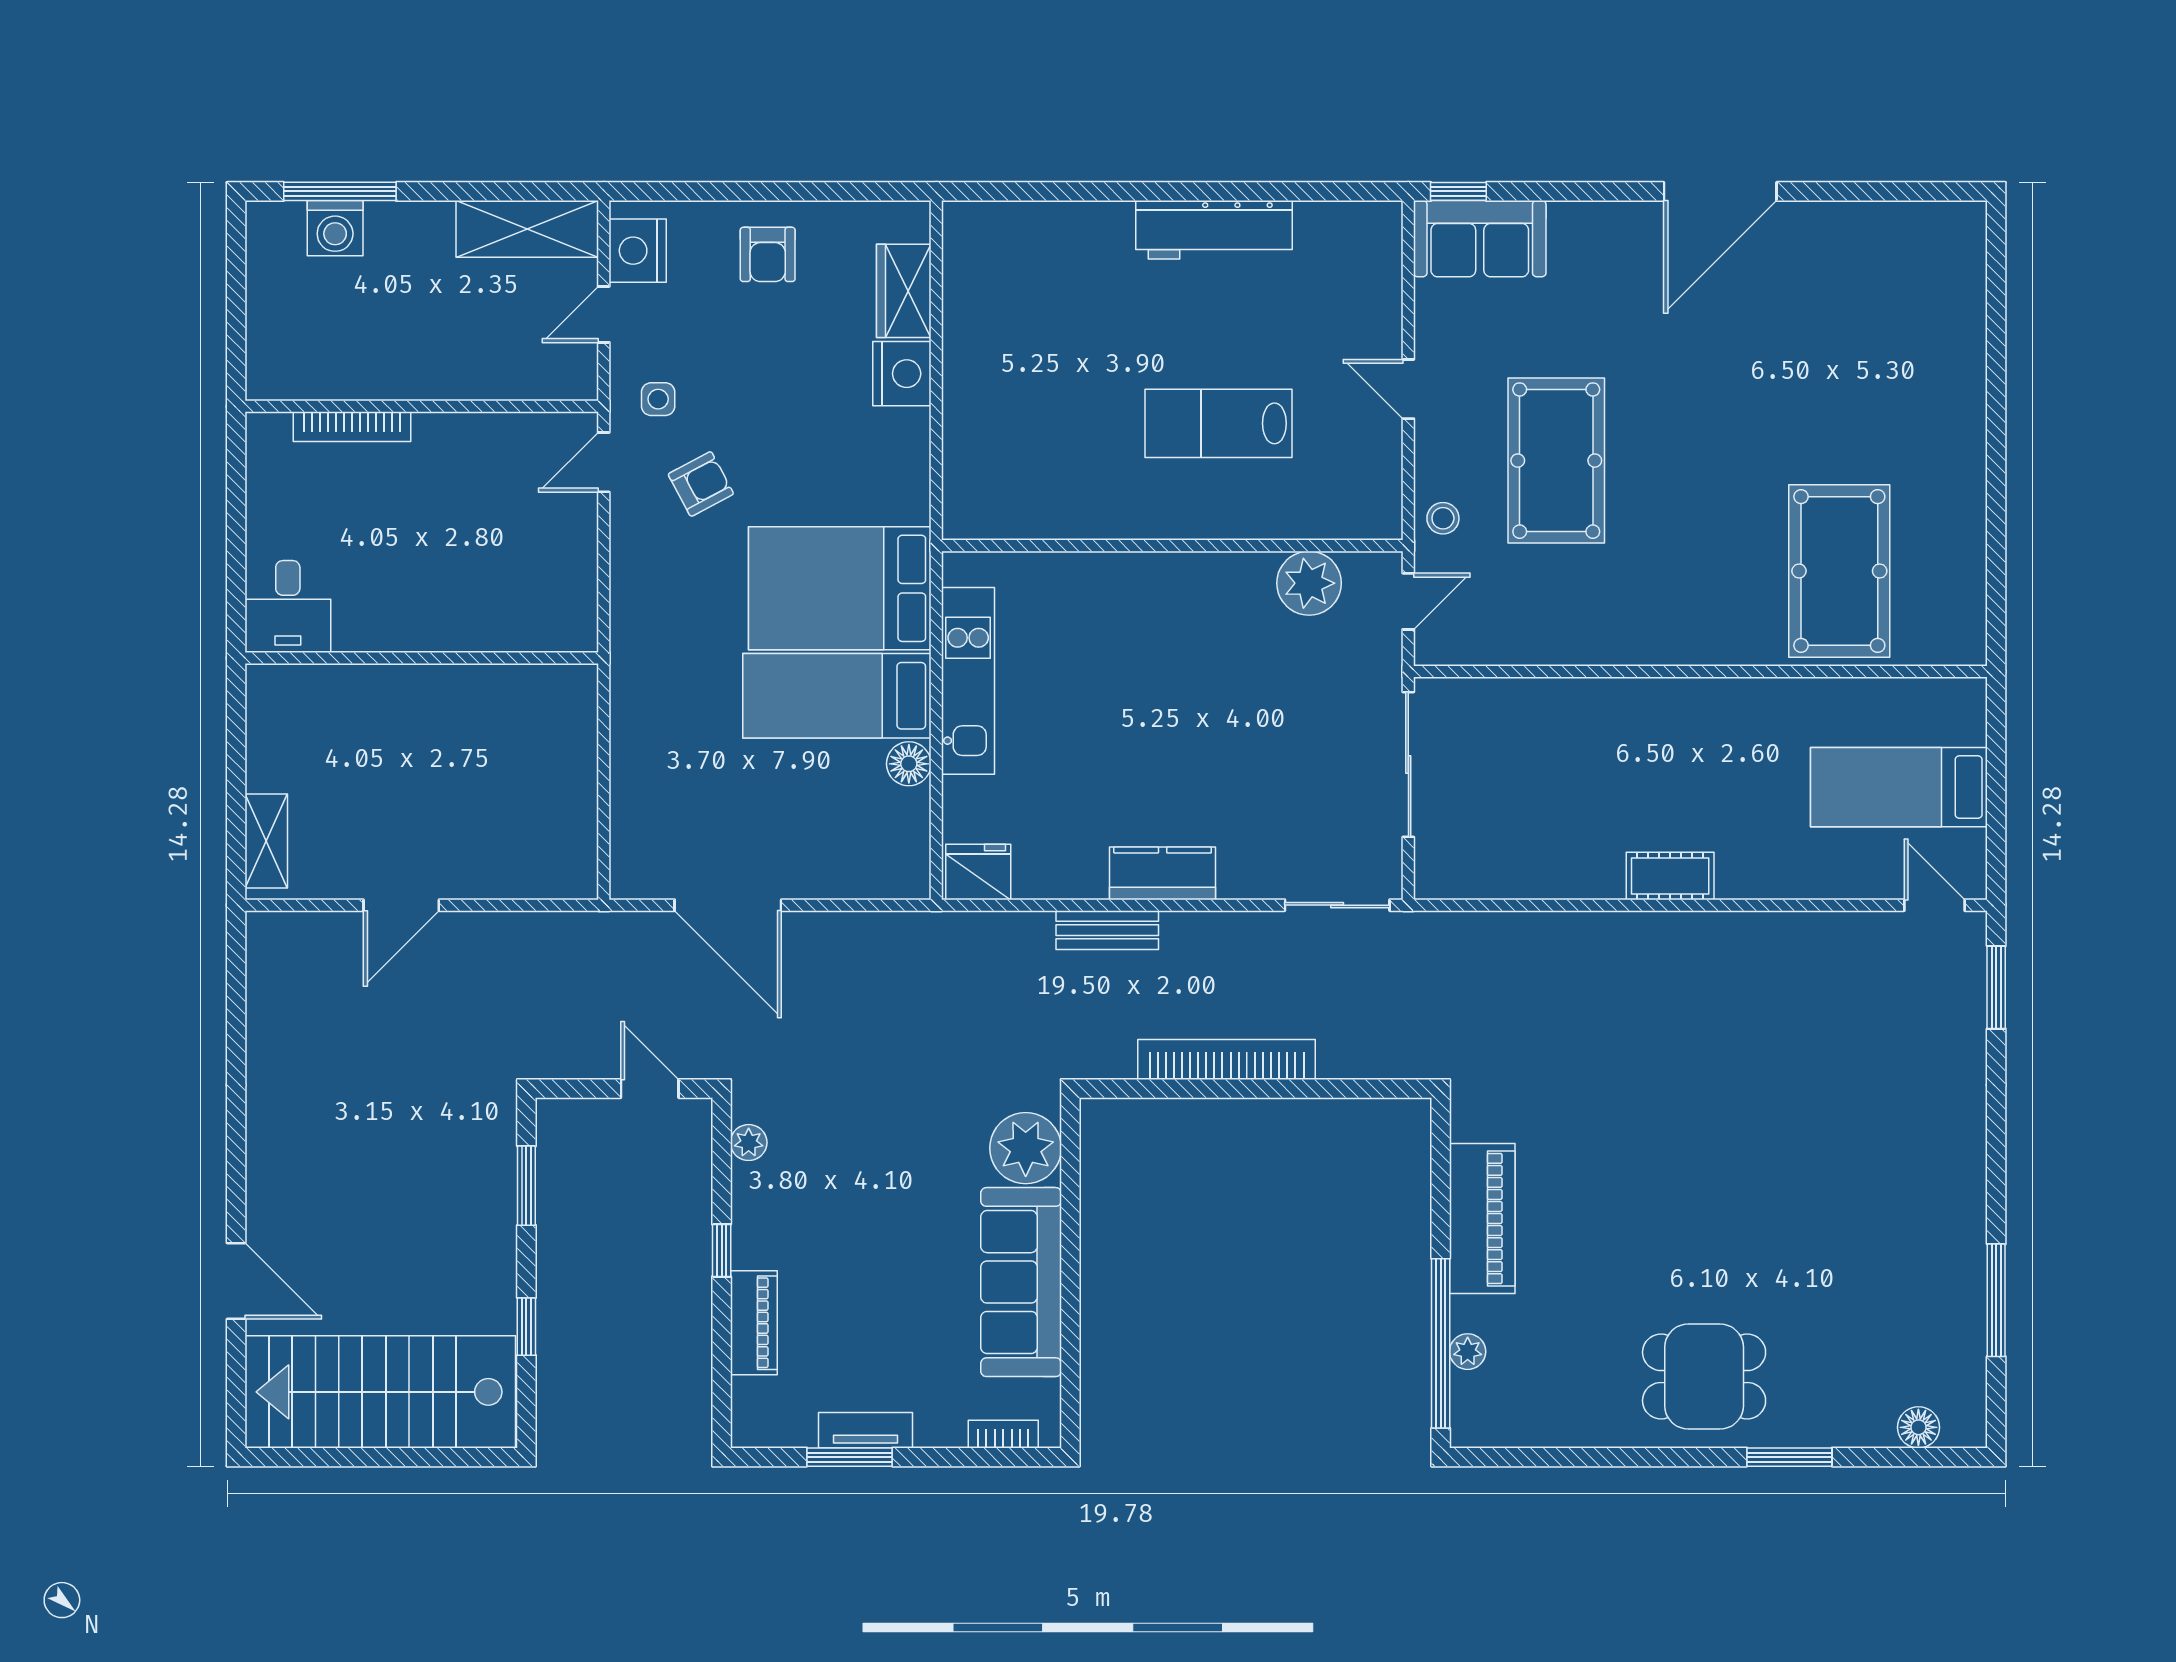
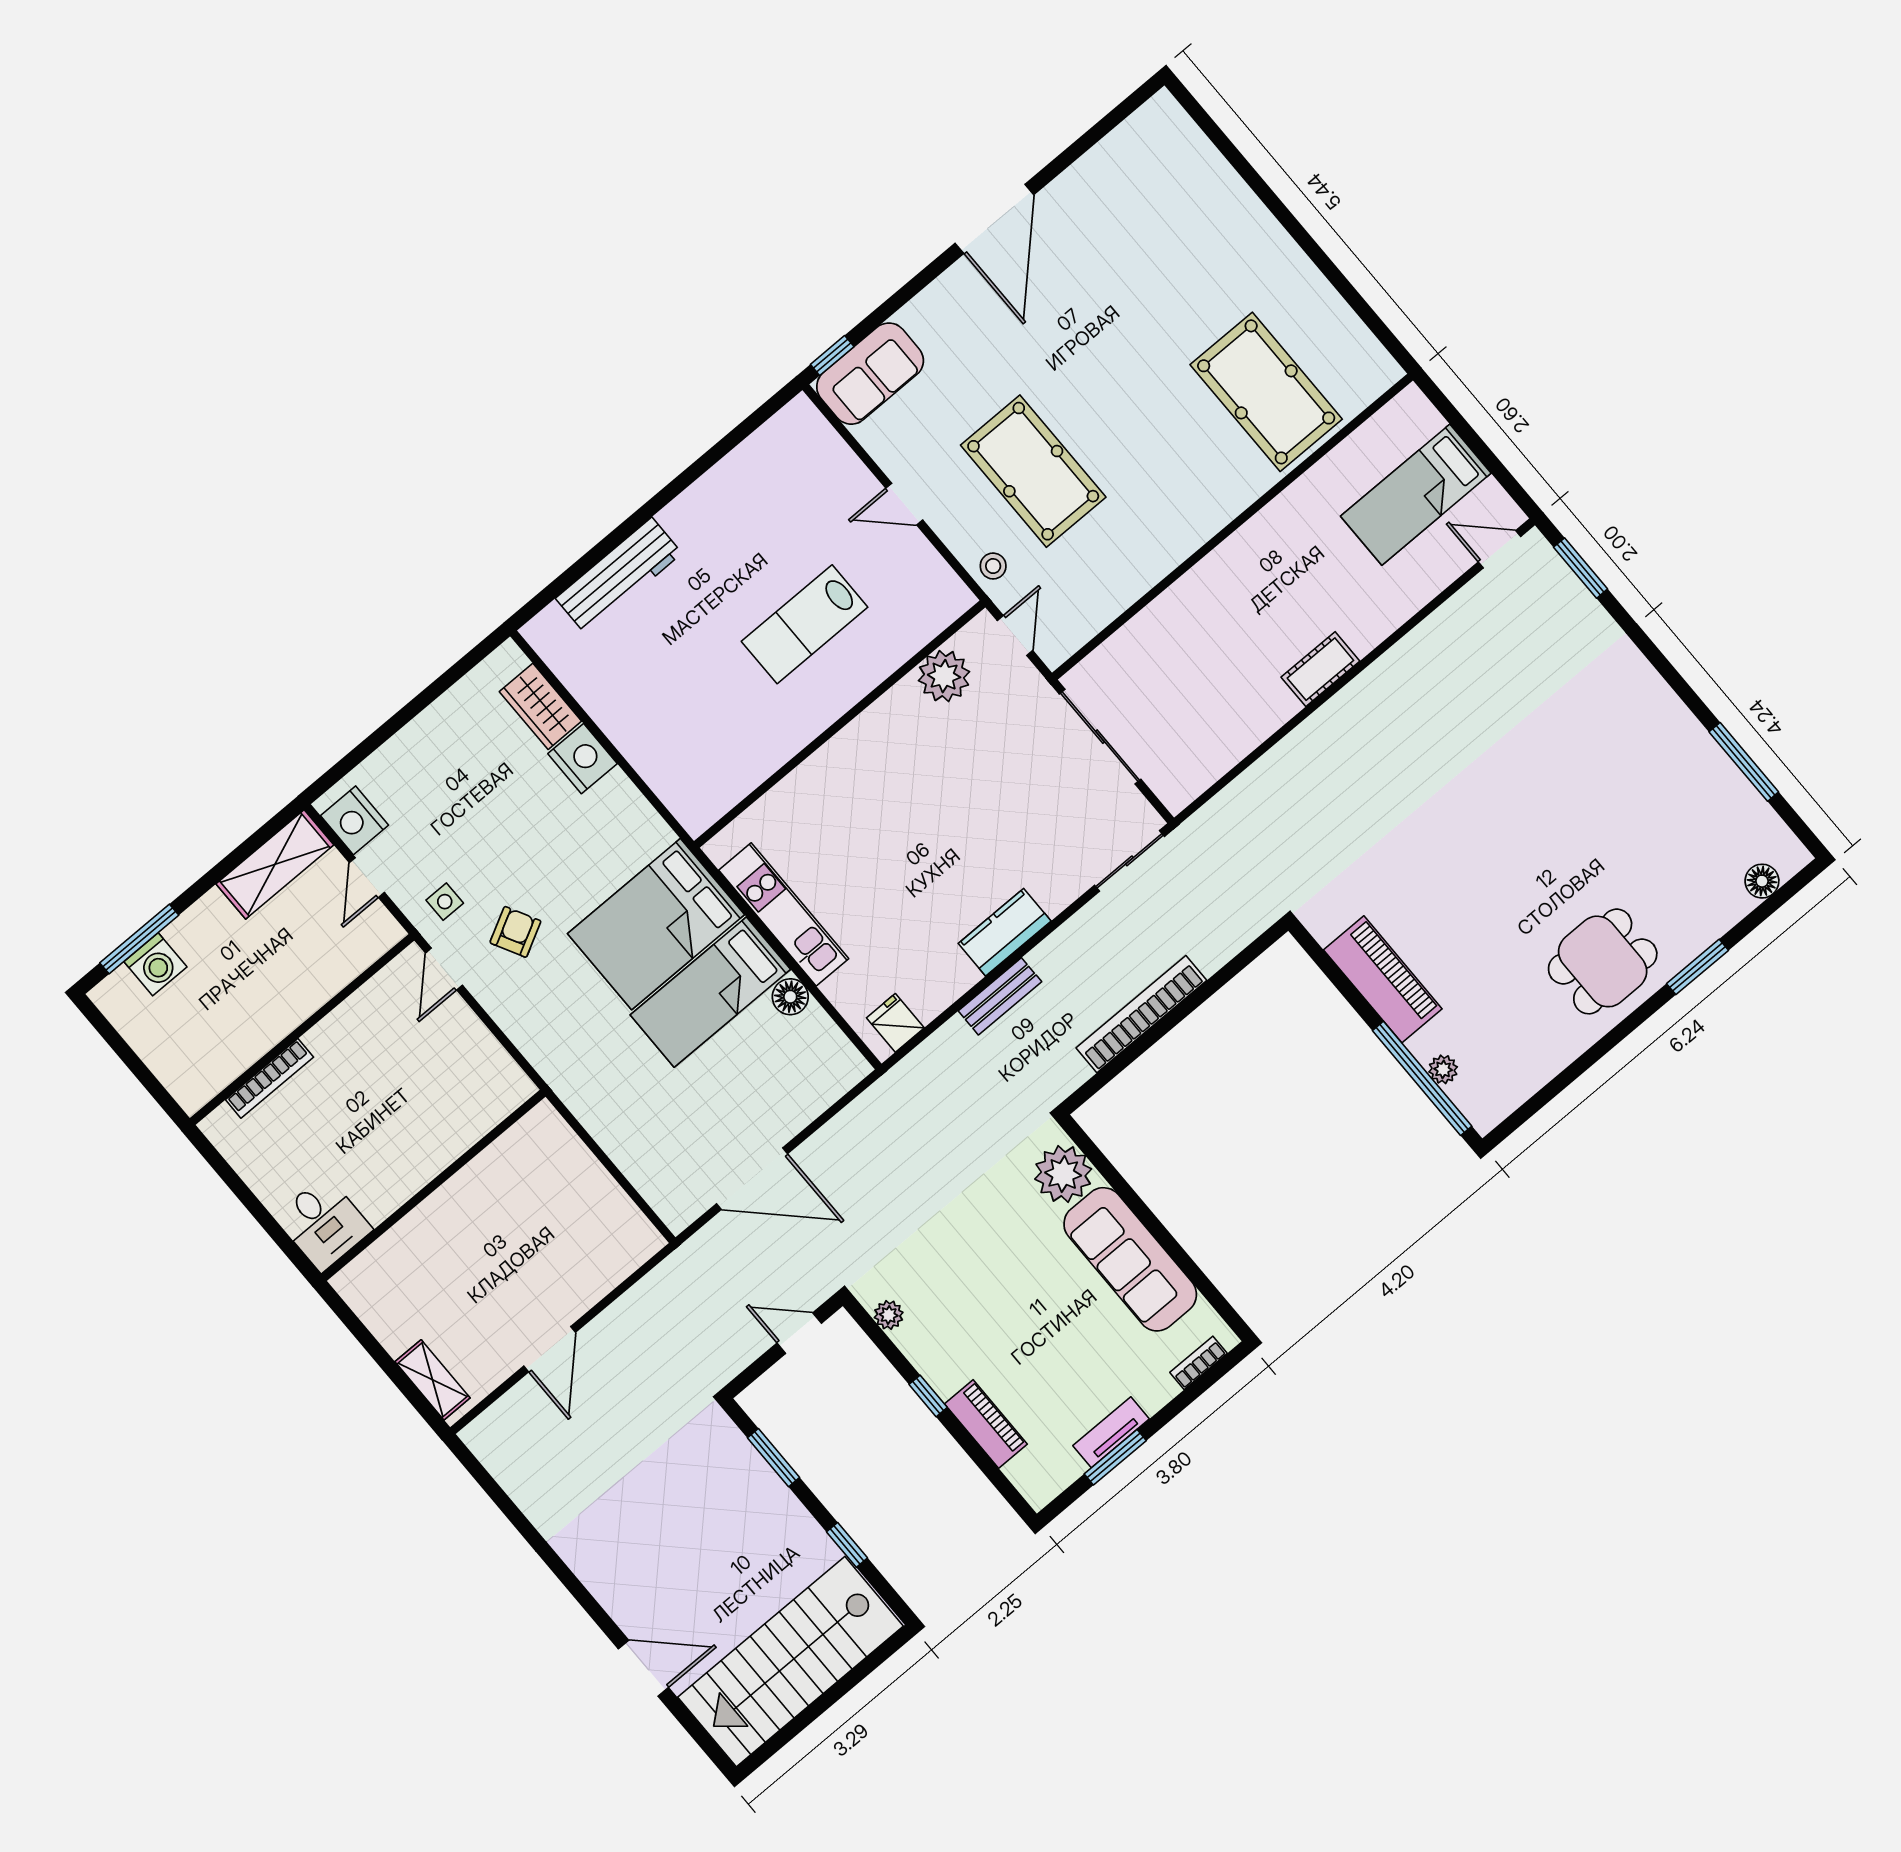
workbench: (1214, 230) -> (619, 576), moved
armchair: (768, 254) -> (437, 755), removed
fridge: (978, 872) -> (895, 1023), width x0.72

